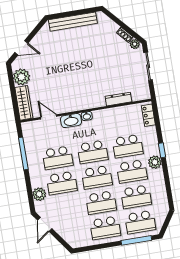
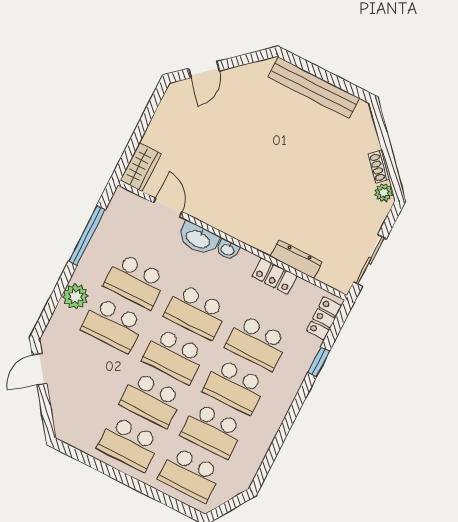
door: (21, 48) -> (204, 70), hinge flipped
sliding door: (148, 66) -> (370, 261), moved
plant: (21, 77) -> (171, 115), removed
wardrobe: (24, 103) -> (141, 167), width x0.67
locker: (114, 113) -> (274, 276), added
window: (162, 150) -> (319, 362), moved
plant: (155, 162) -> (281, 398), removed
plant: (39, 194) -> (76, 296), moved
window: (136, 240) -> (163, 498), removed

